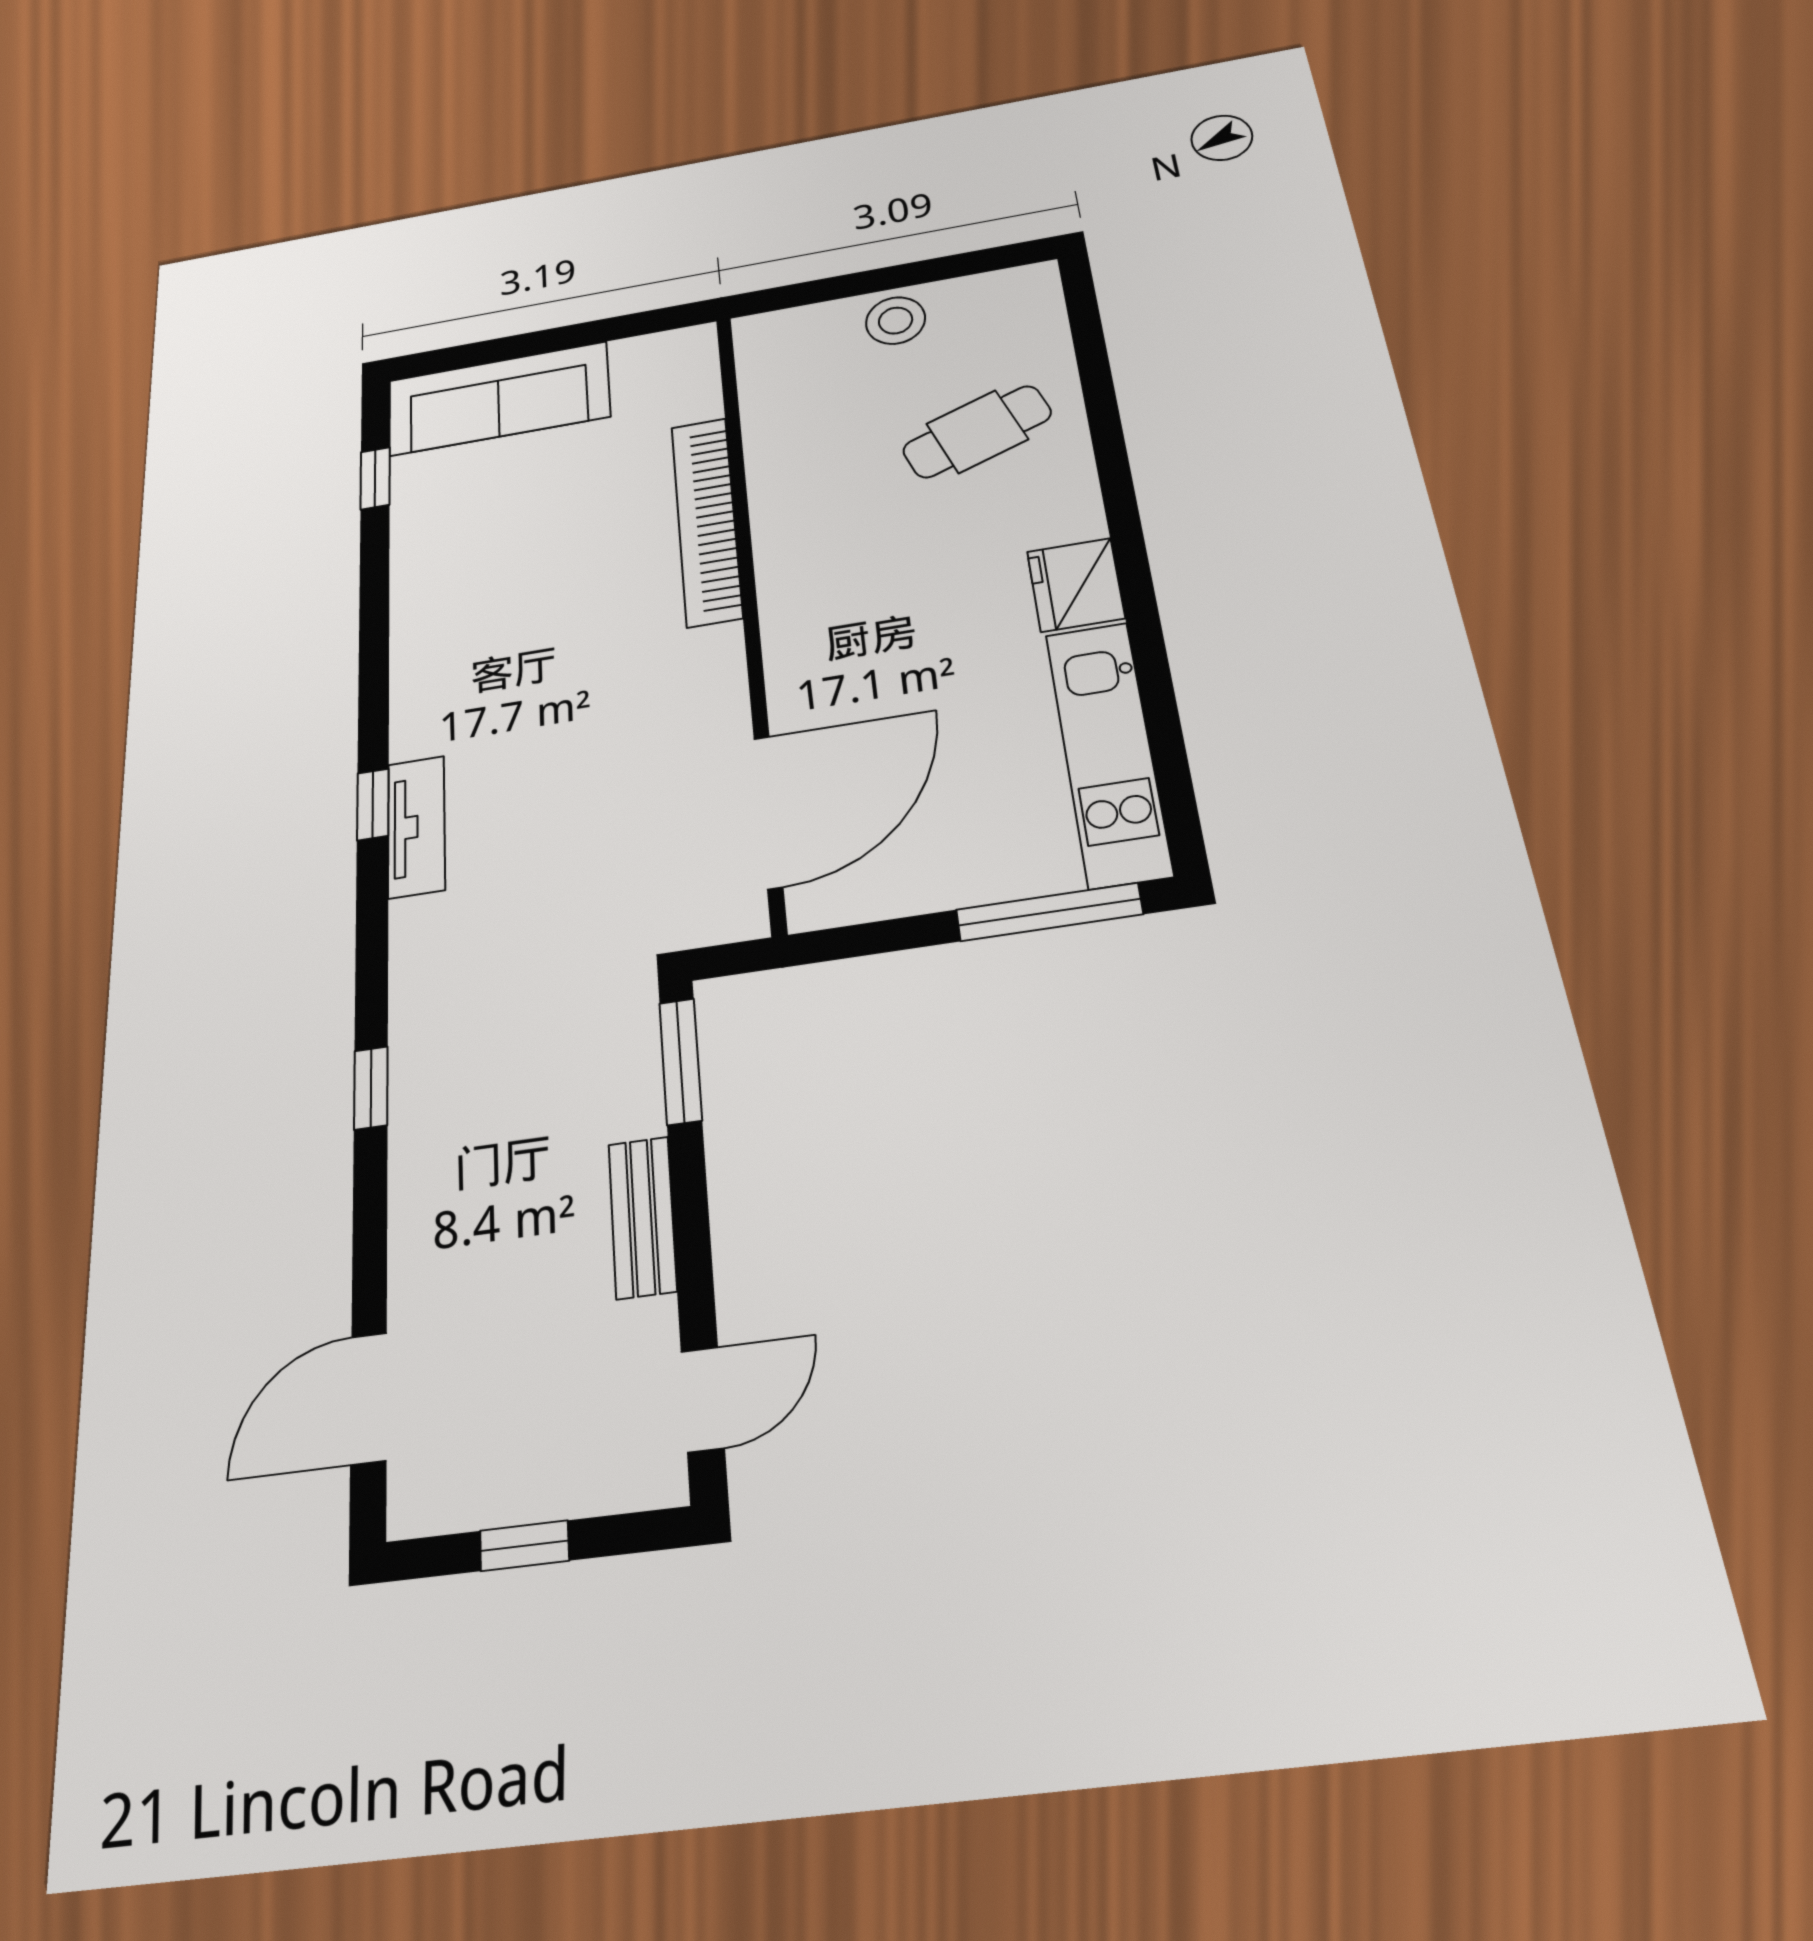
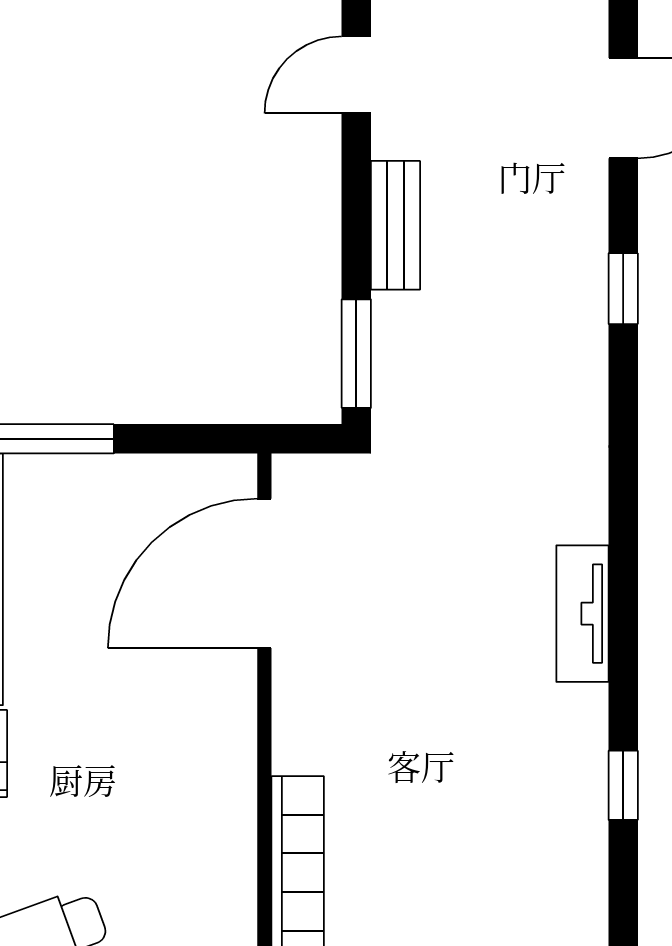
window: (373, 804) -> (623, 785), moved
window: (371, 1088) -> (623, 289), moved

